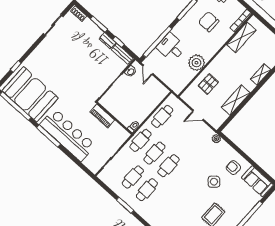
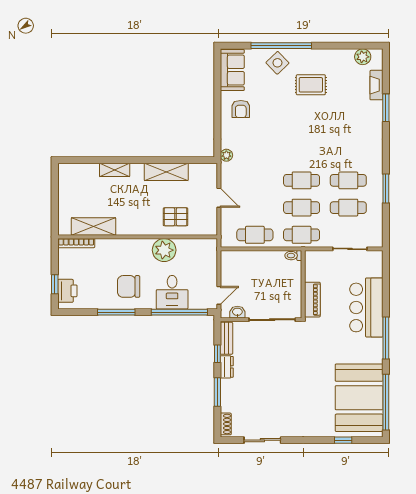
chair: (209, 22) -> (129, 286), moved, turned 90
bar counter: (68, 135) -> (366, 307), width x0.73
side table: (214, 182) -> (277, 63), moved

